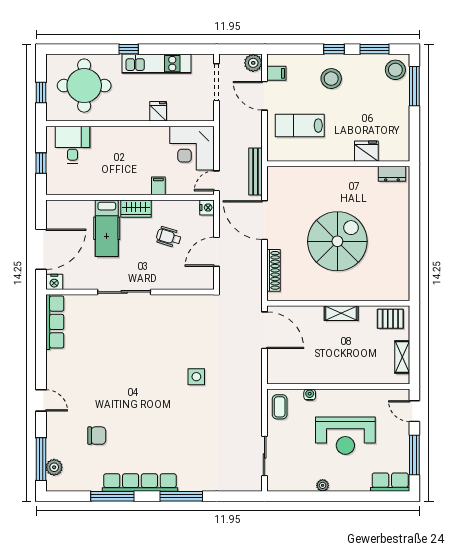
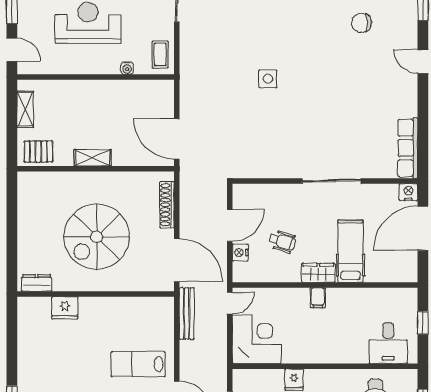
lab bench: (300, 126) -> (138, 364), turned 180
fridge: (366, 151) -> (65, 308), moved
wall: (338, 164) -> (96, 294), moved
dresser: (392, 174) -> (37, 283), moved
filing cabinet: (158, 186) -> (318, 298), moved
nightstand: (207, 208) -> (240, 253), moved
side table: (196, 377) -> (268, 79), moved

